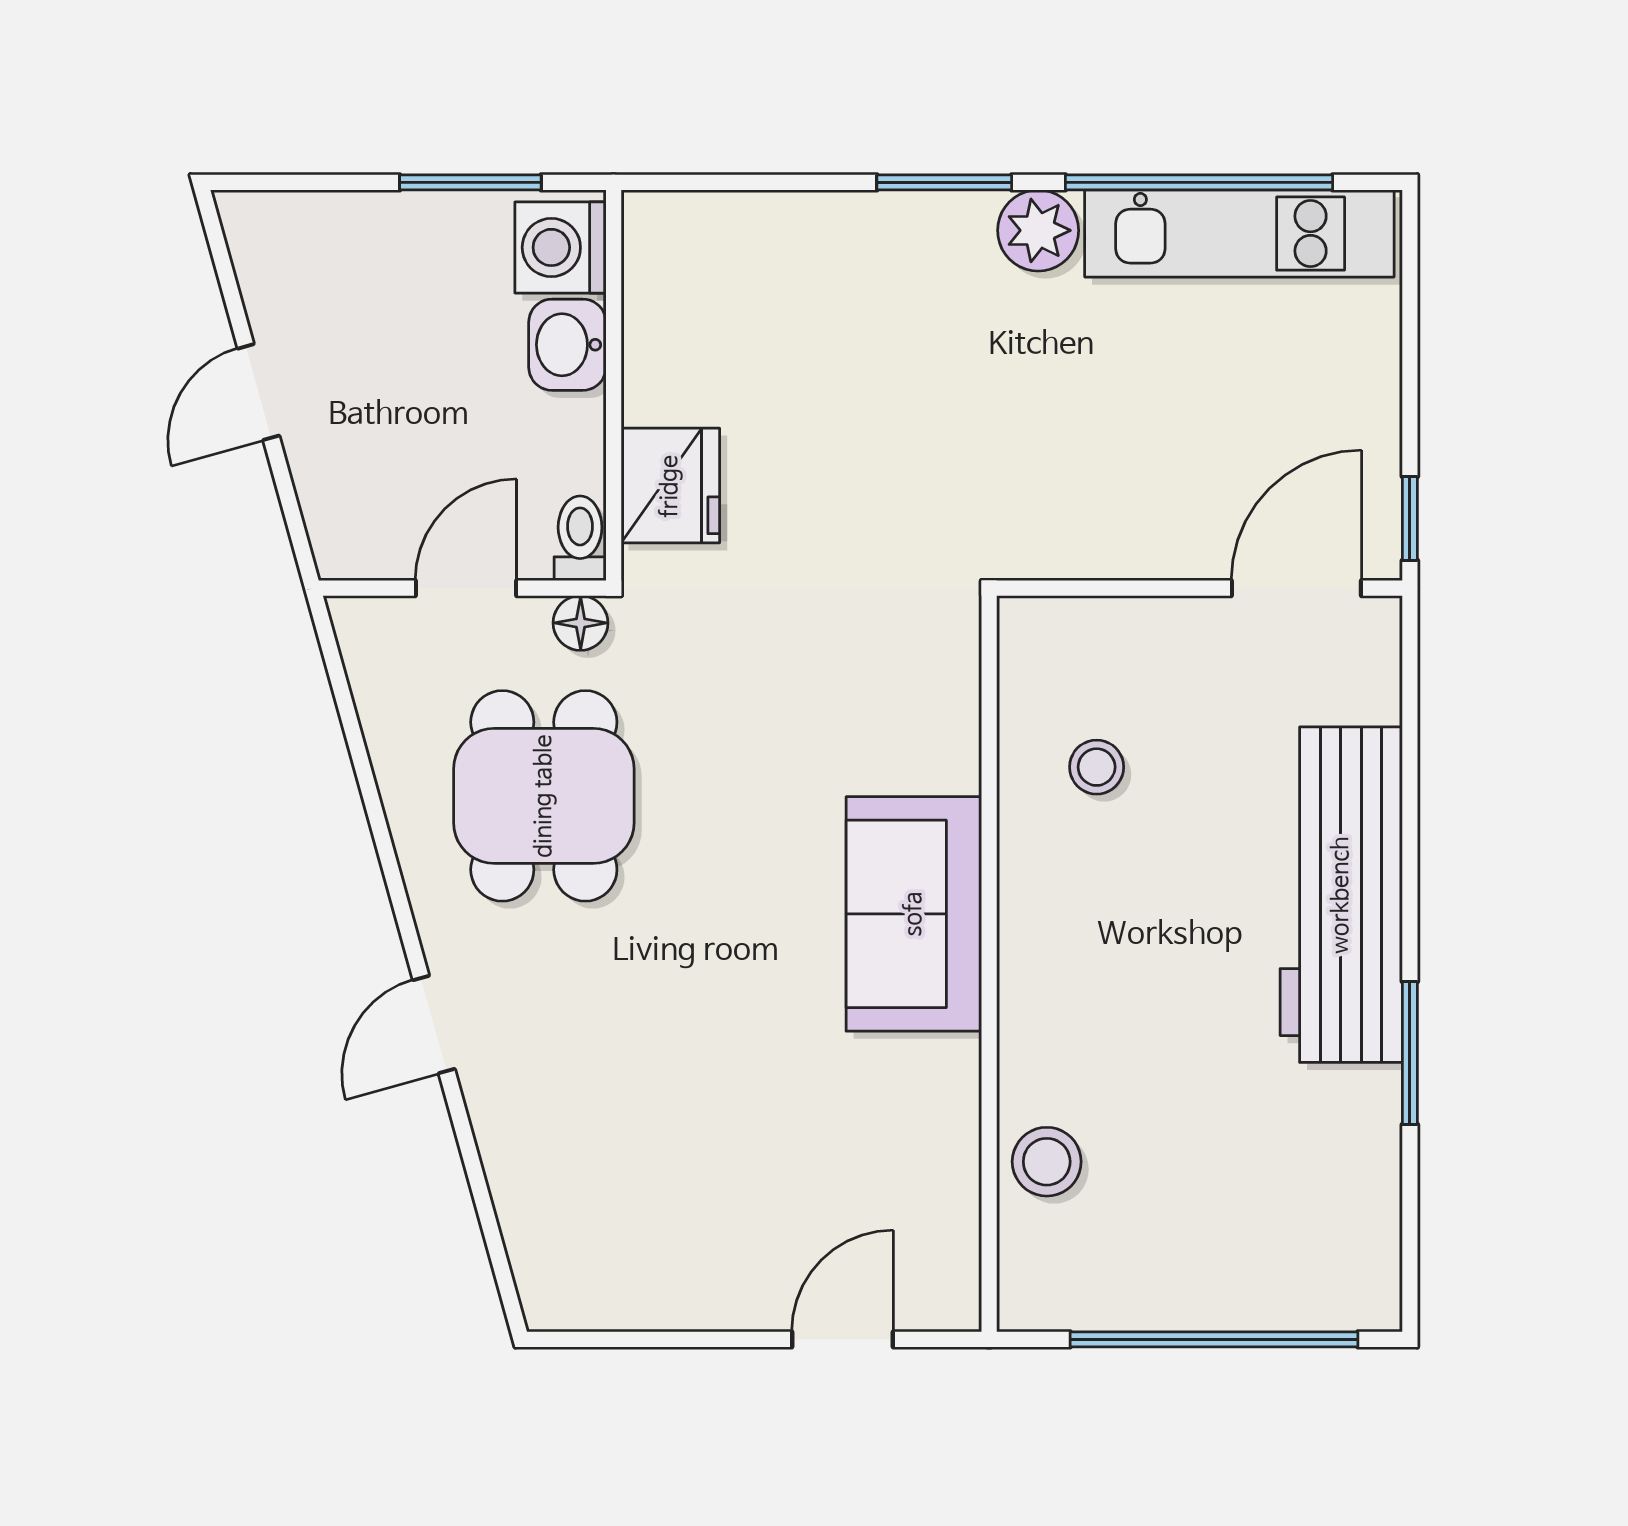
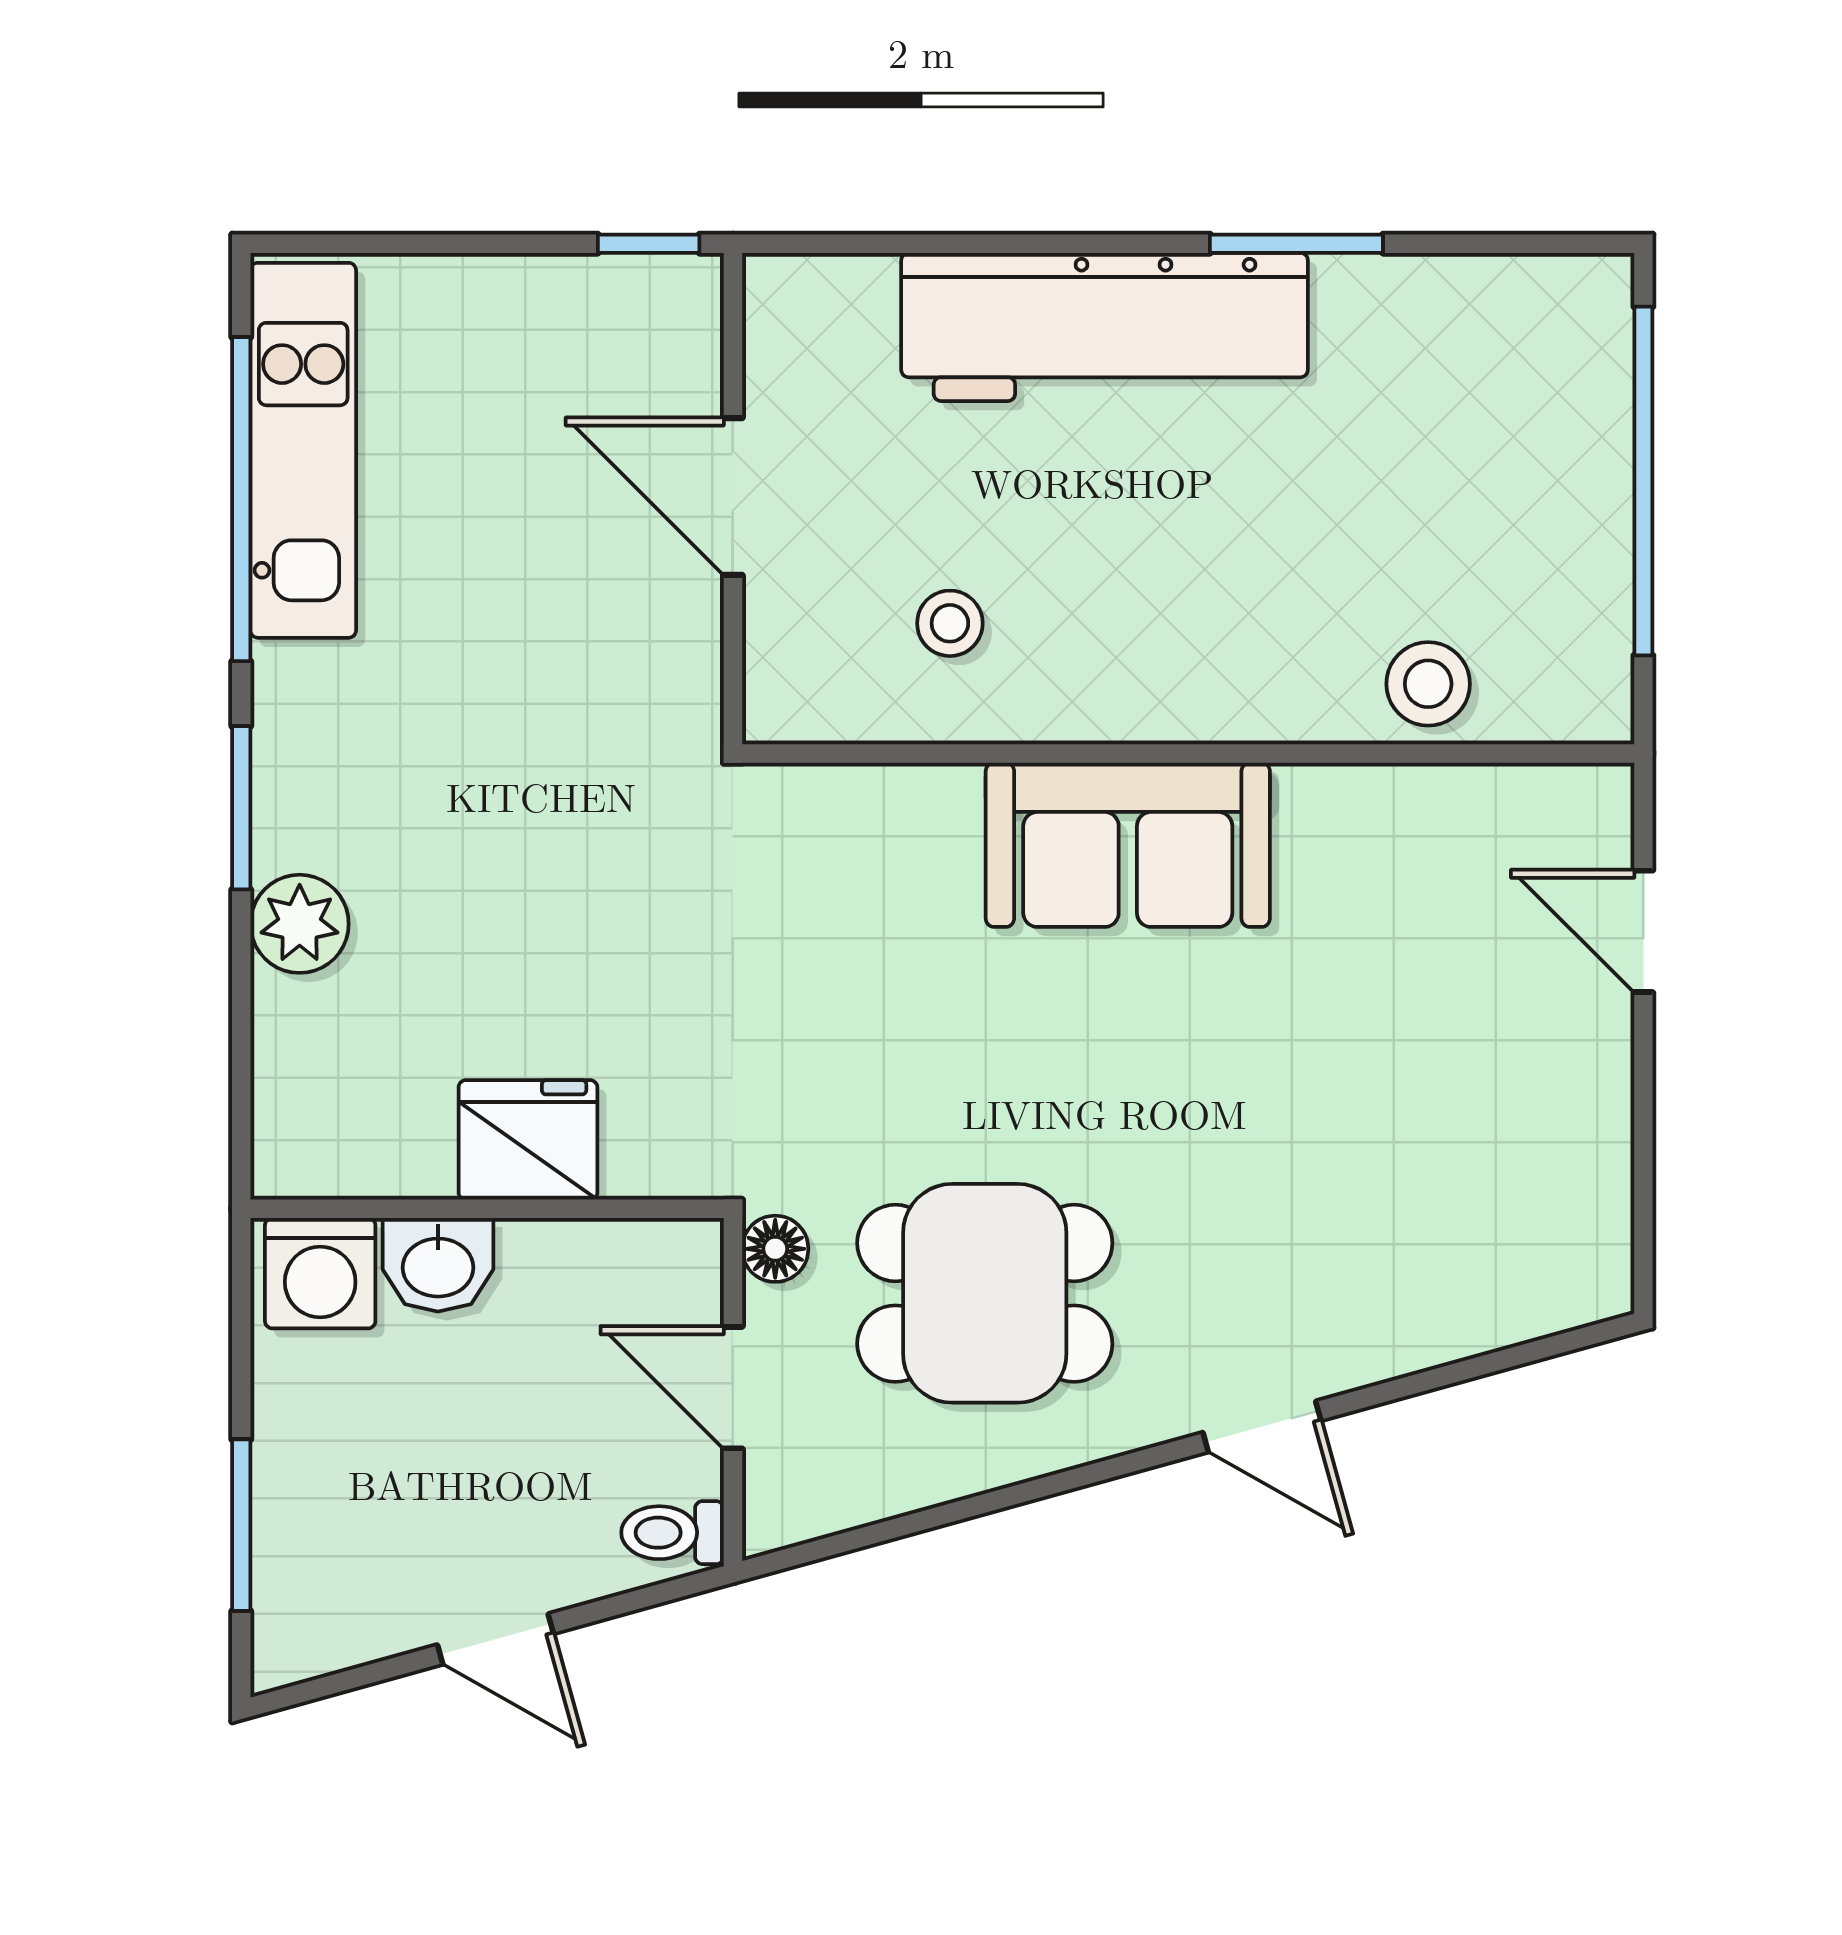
window: (470, 182) -> (241, 1525), moved
plant: (1038, 230) -> (300, 924), moved
fridge: (670, 486) -> (528, 1140), moved
toilet: (580, 538) -> (673, 1533), moved
door: (1296, 588) -> (733, 496), moved

